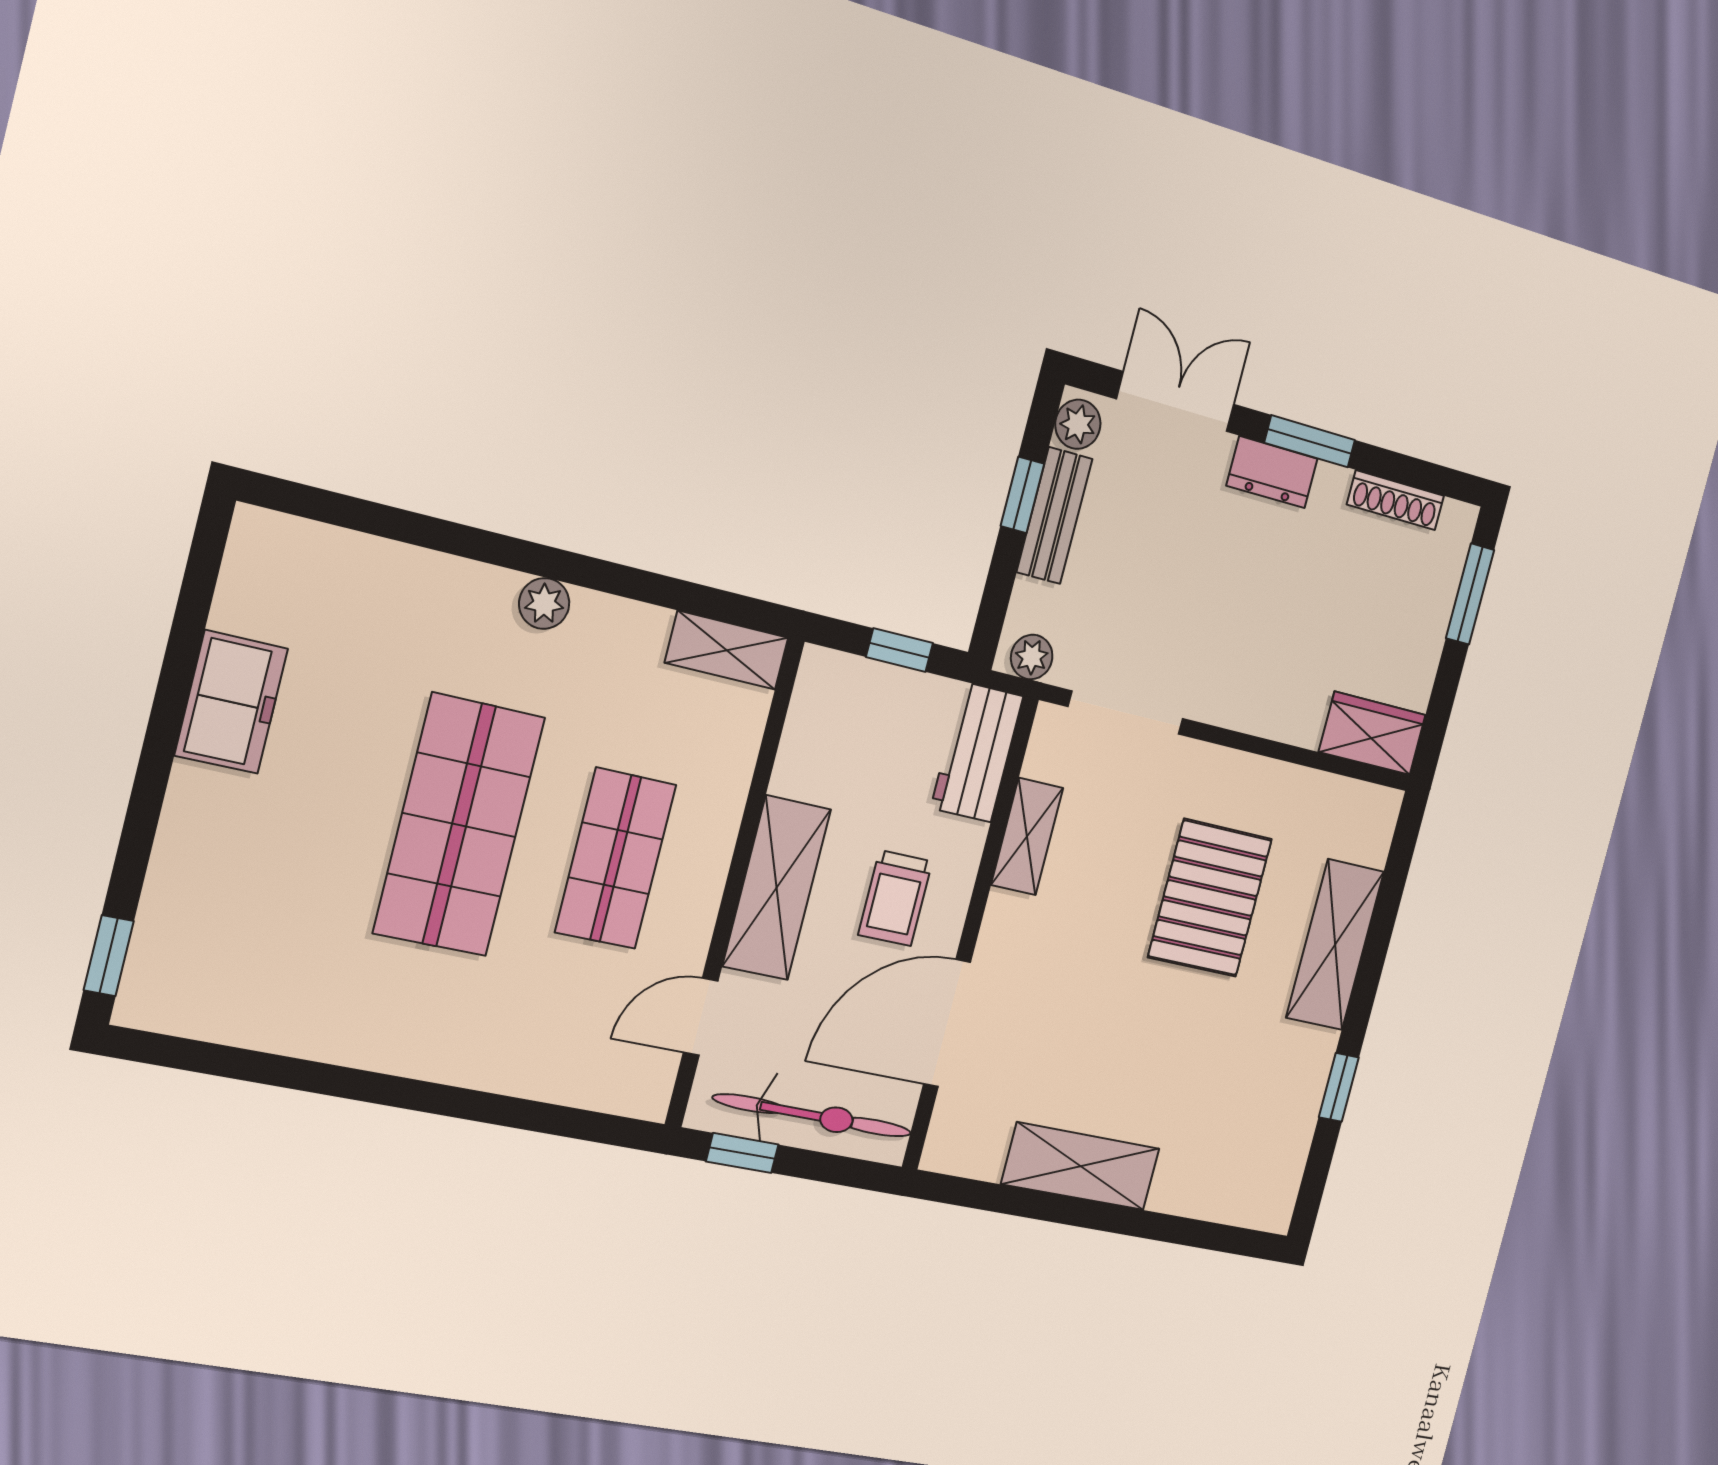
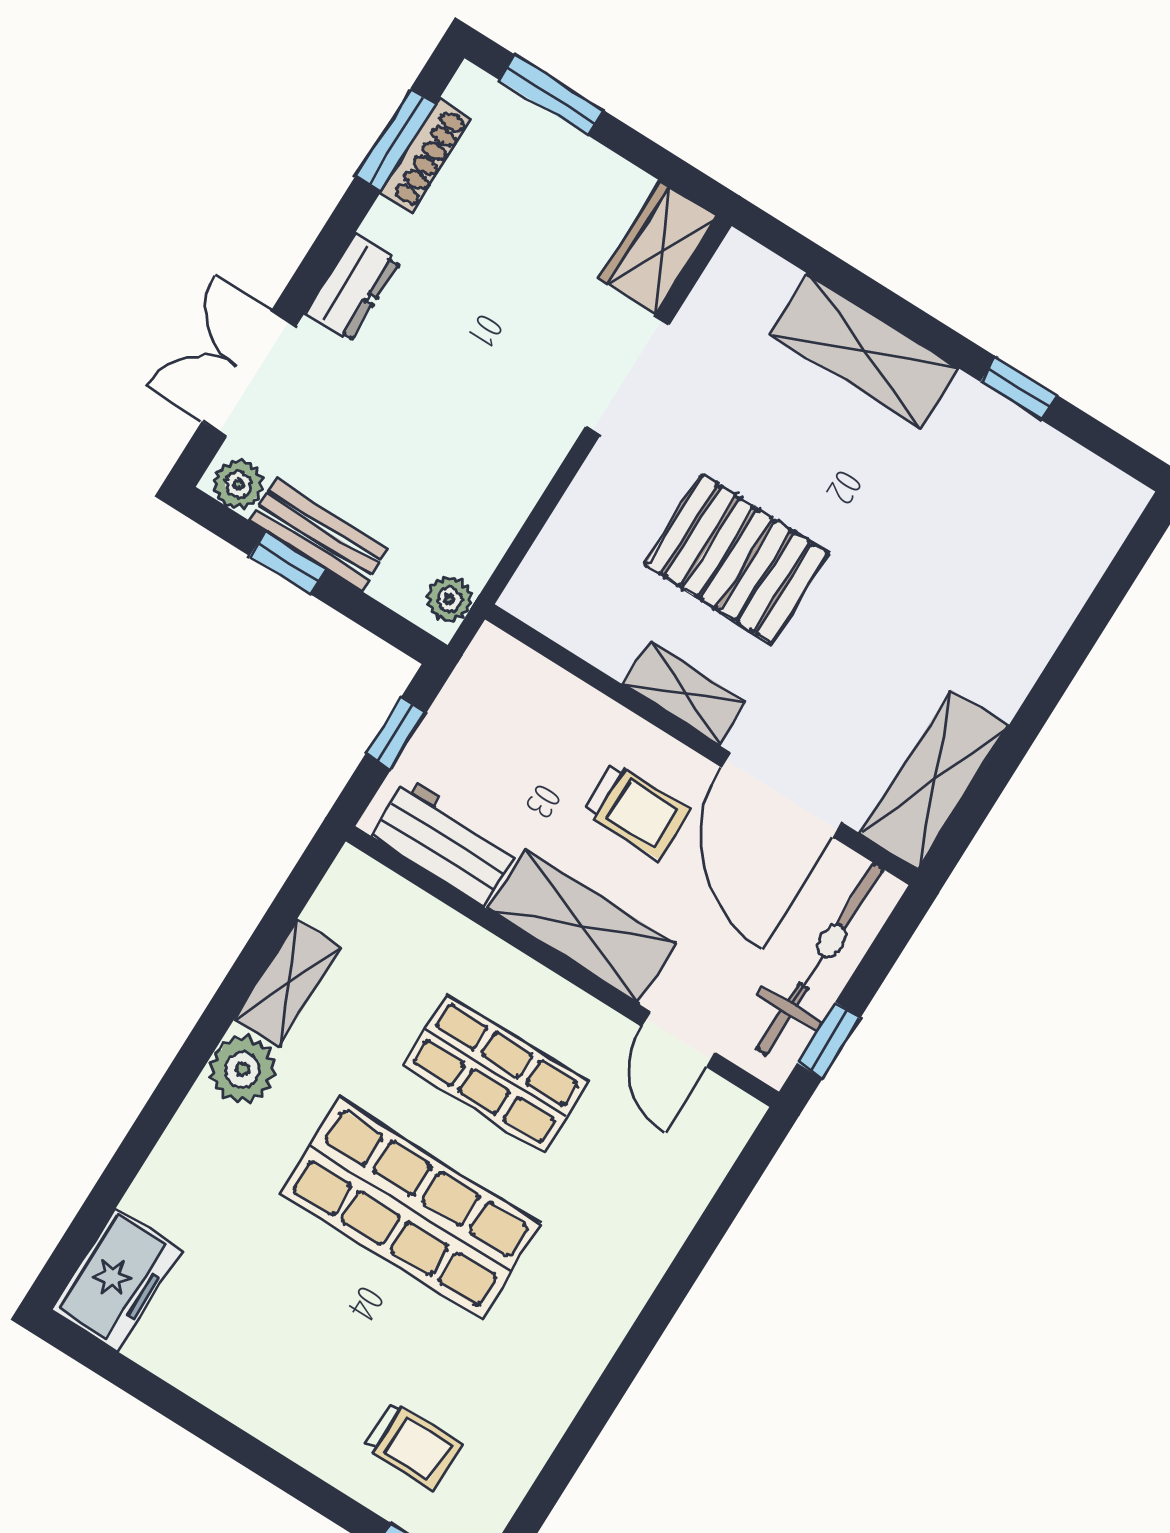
window: (1310, 441) -> (396, 140), moved
plant: (544, 603) -> (242, 1069), width x1.38, depth x1.38
shelving: (727, 650) -> (288, 983), moved
freezer: (231, 702) -> (117, 1280), moved, turned 90
doorway: (1126, 713) -> (627, 376), moved
workbench: (977, 752) -> (446, 842), moved, turned 180
shelving: (1027, 836) -> (685, 693), moved
pallet: (1210, 898) -> (737, 559), moved
trolley: (222, 914) -> (413, 1446), added
shelving: (1081, 1166) -> (935, 780), moved

